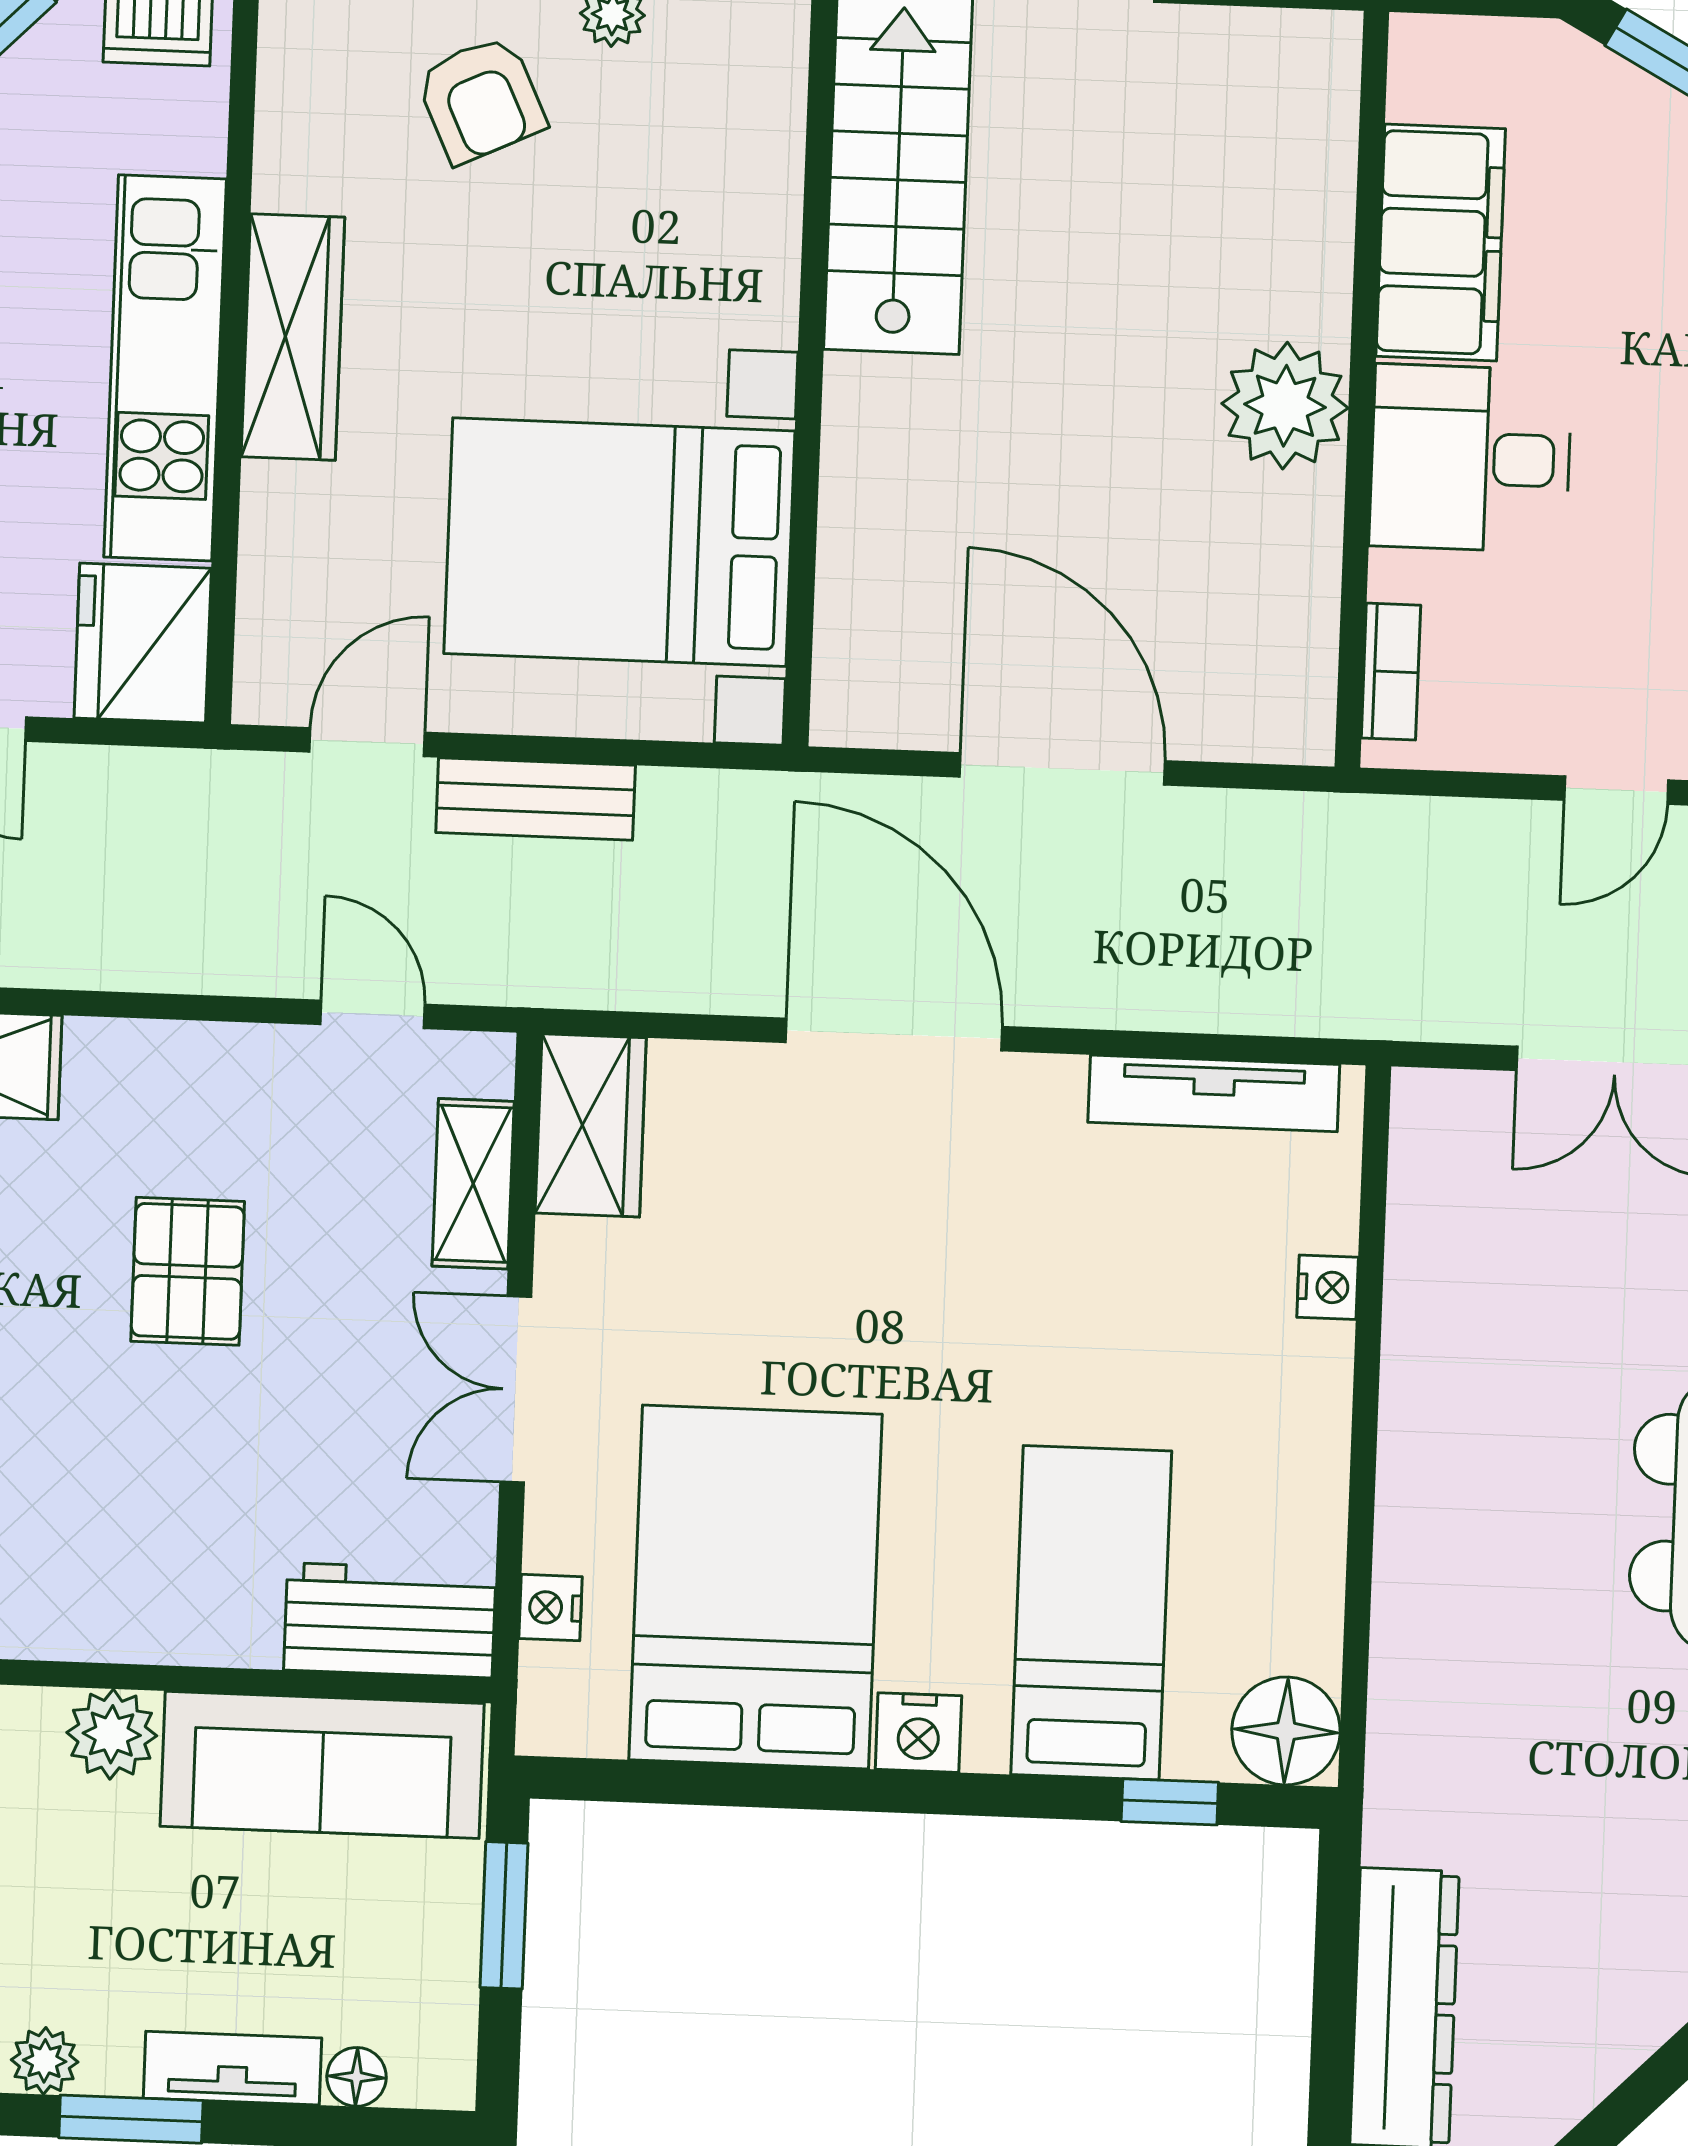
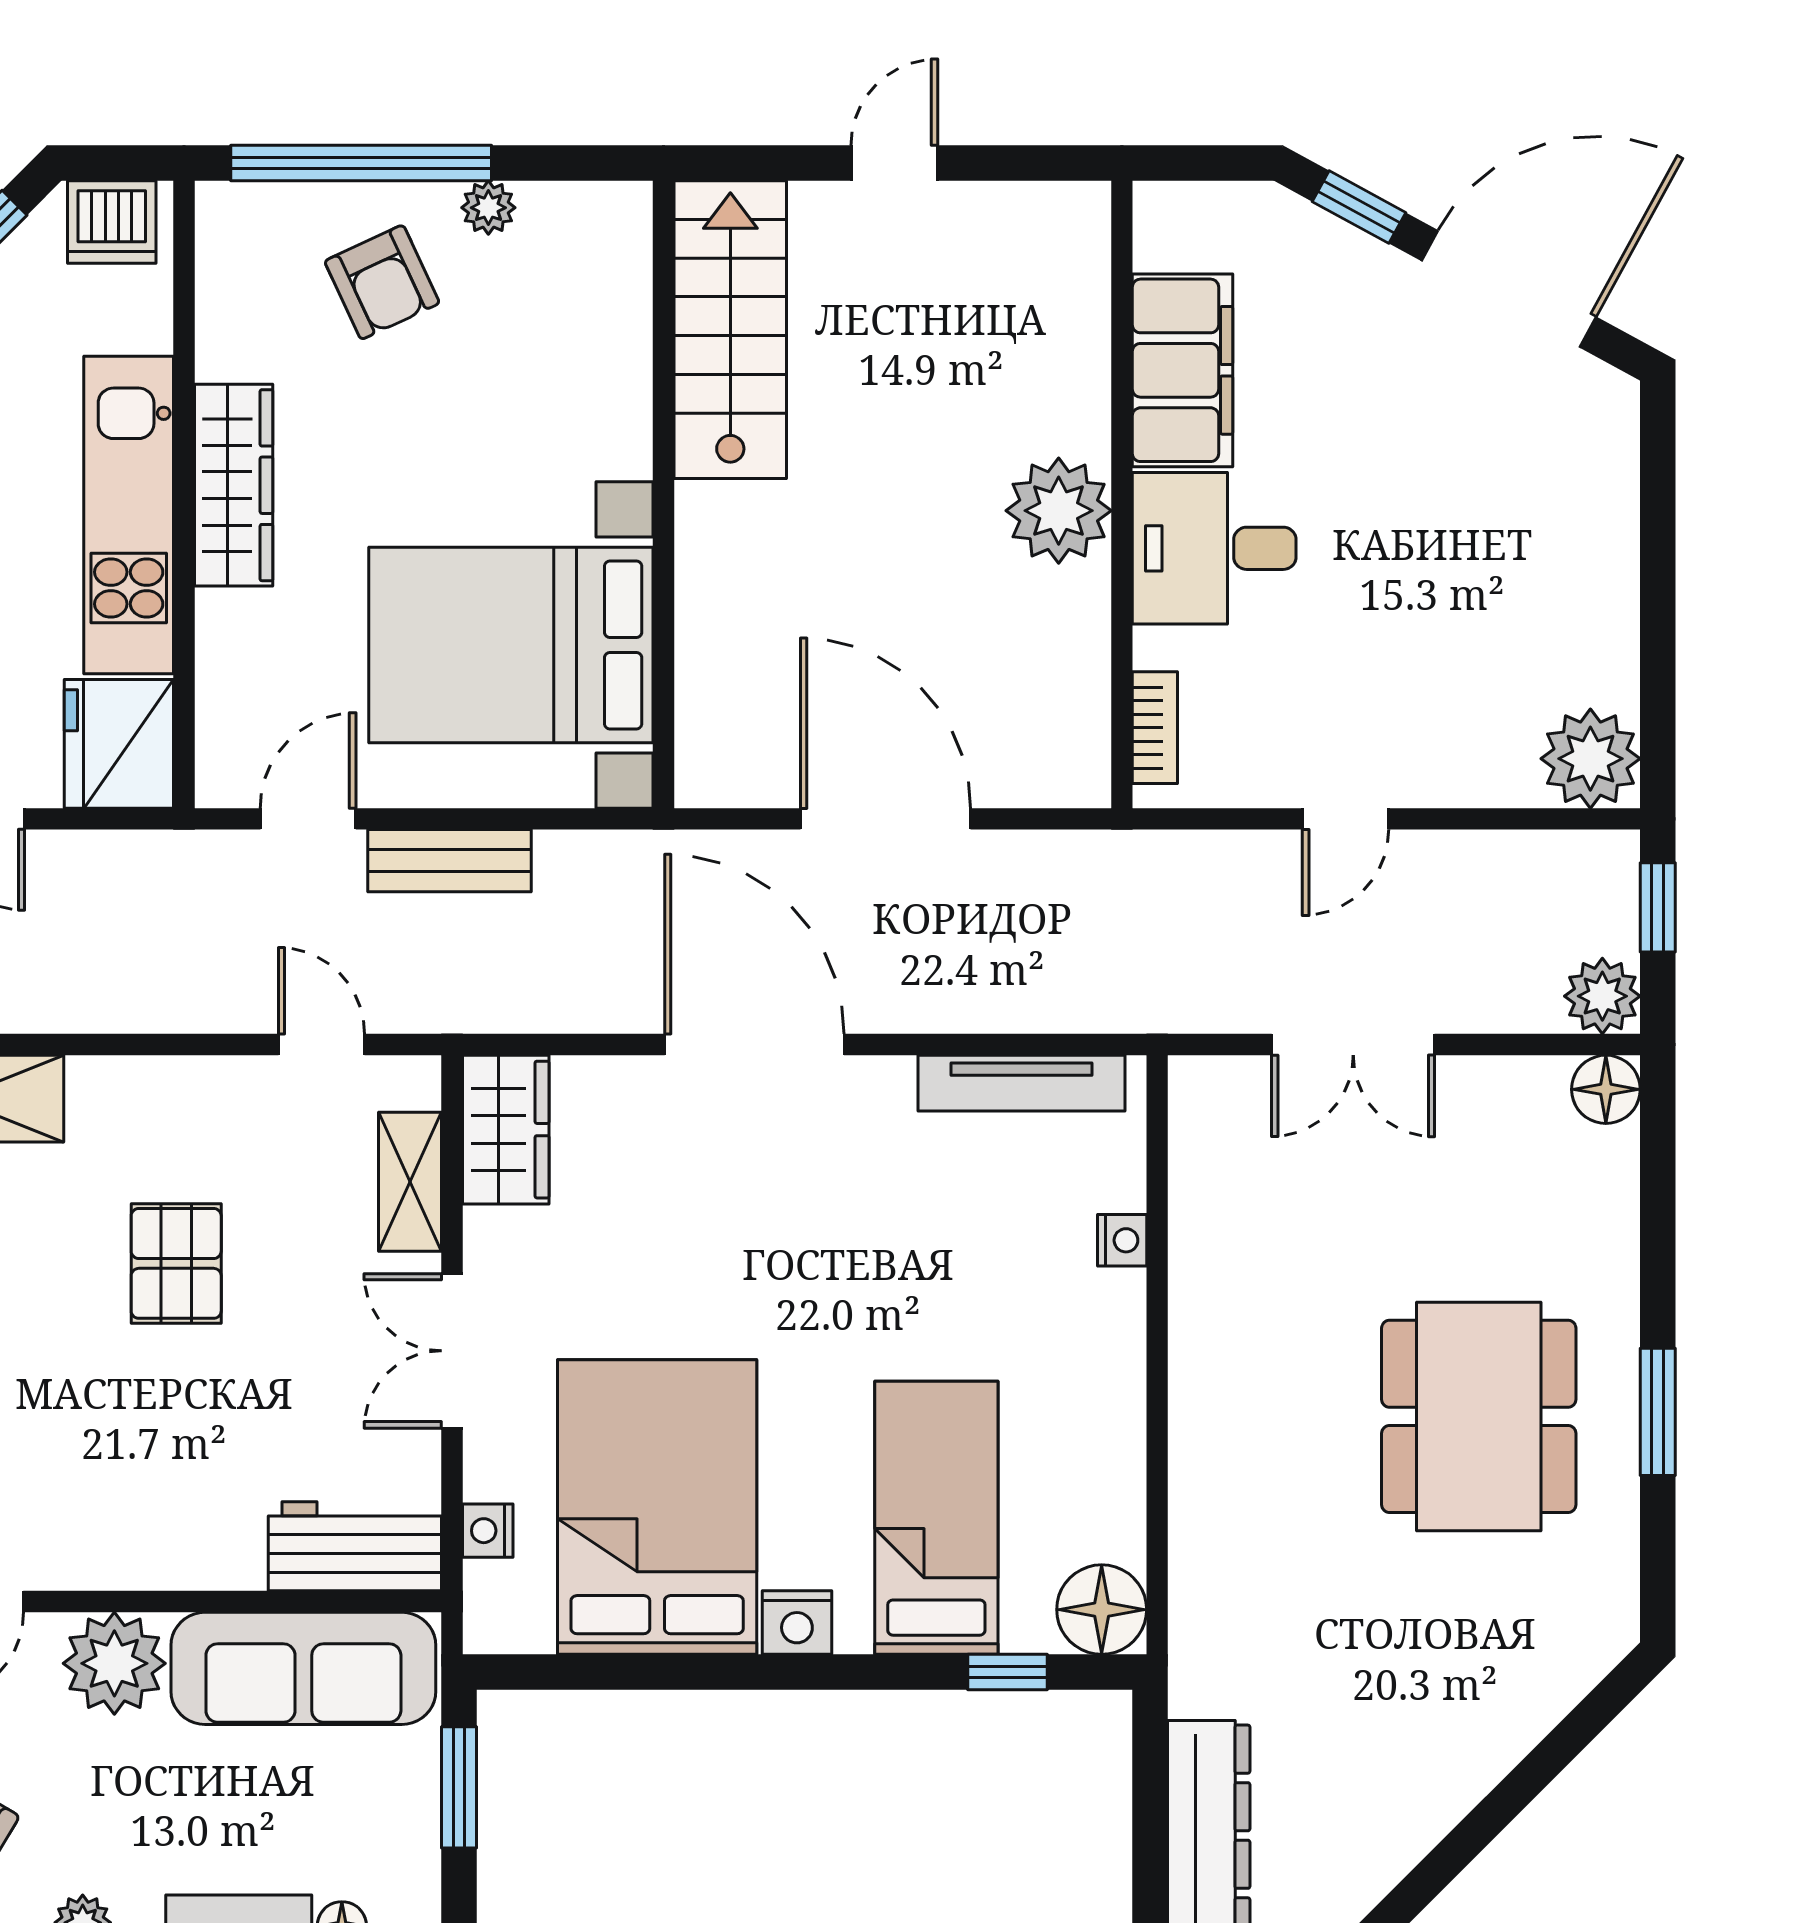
plant: (112, 1734) -> (114, 1663), width x1.36, depth x1.36

